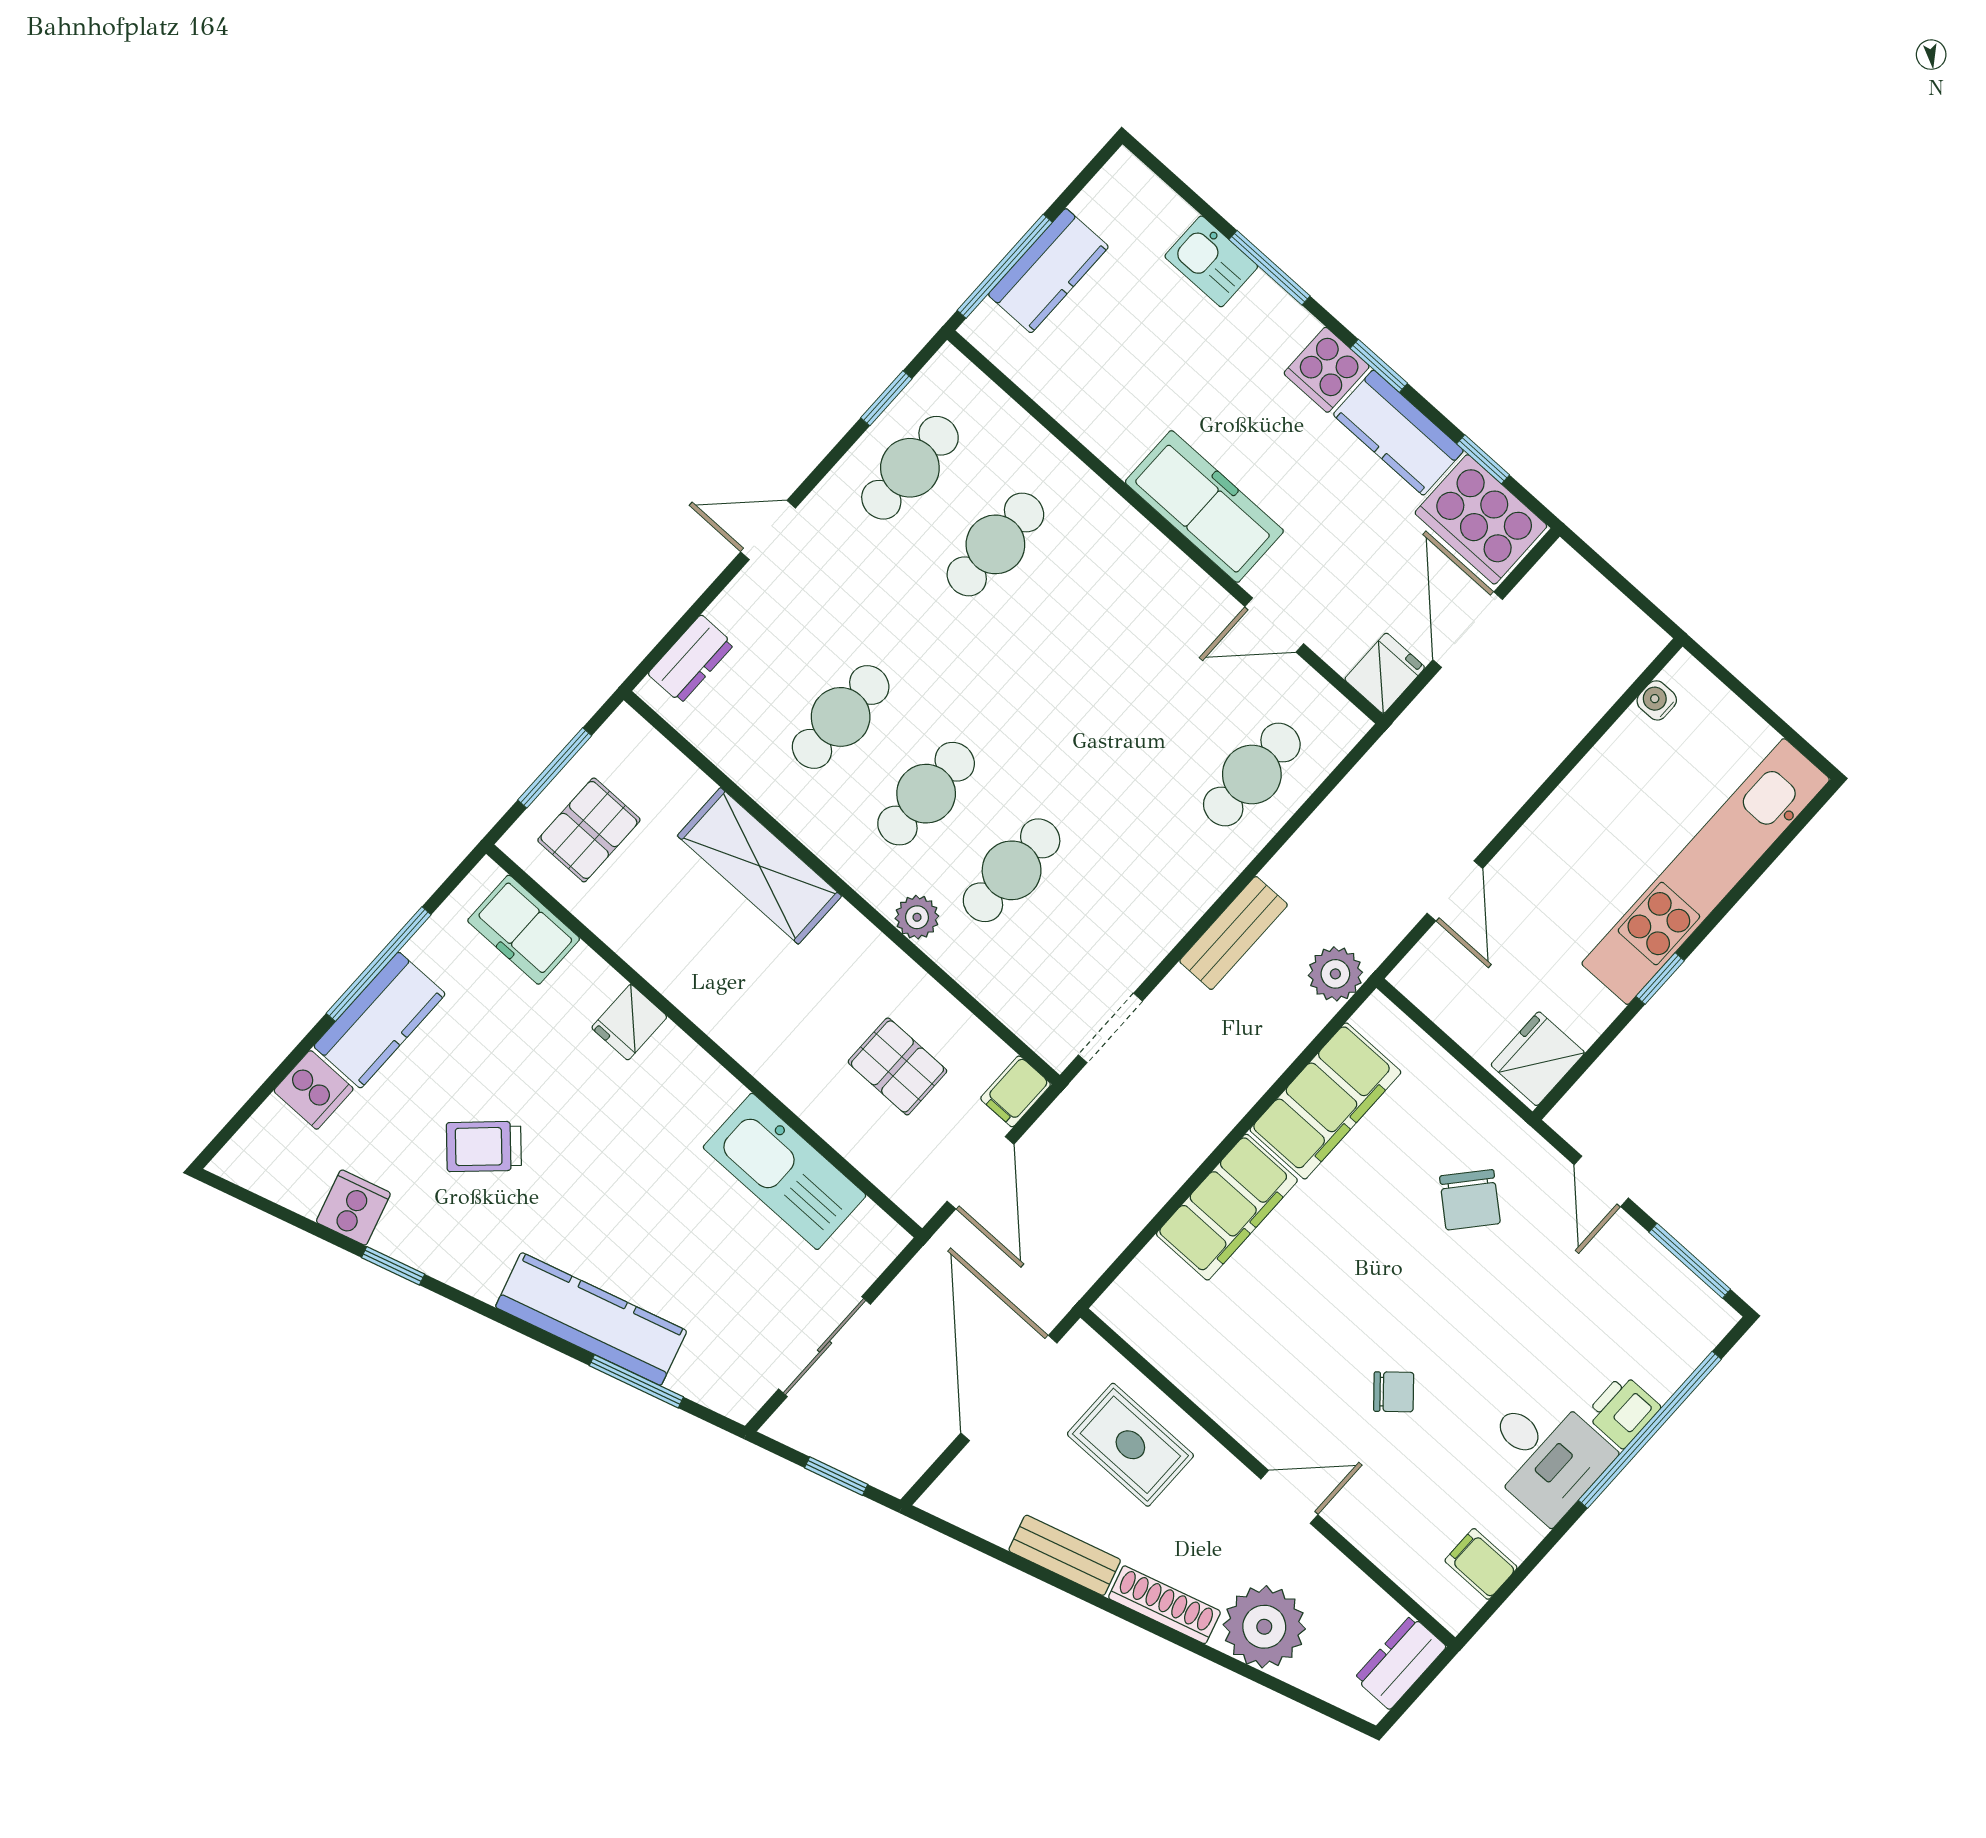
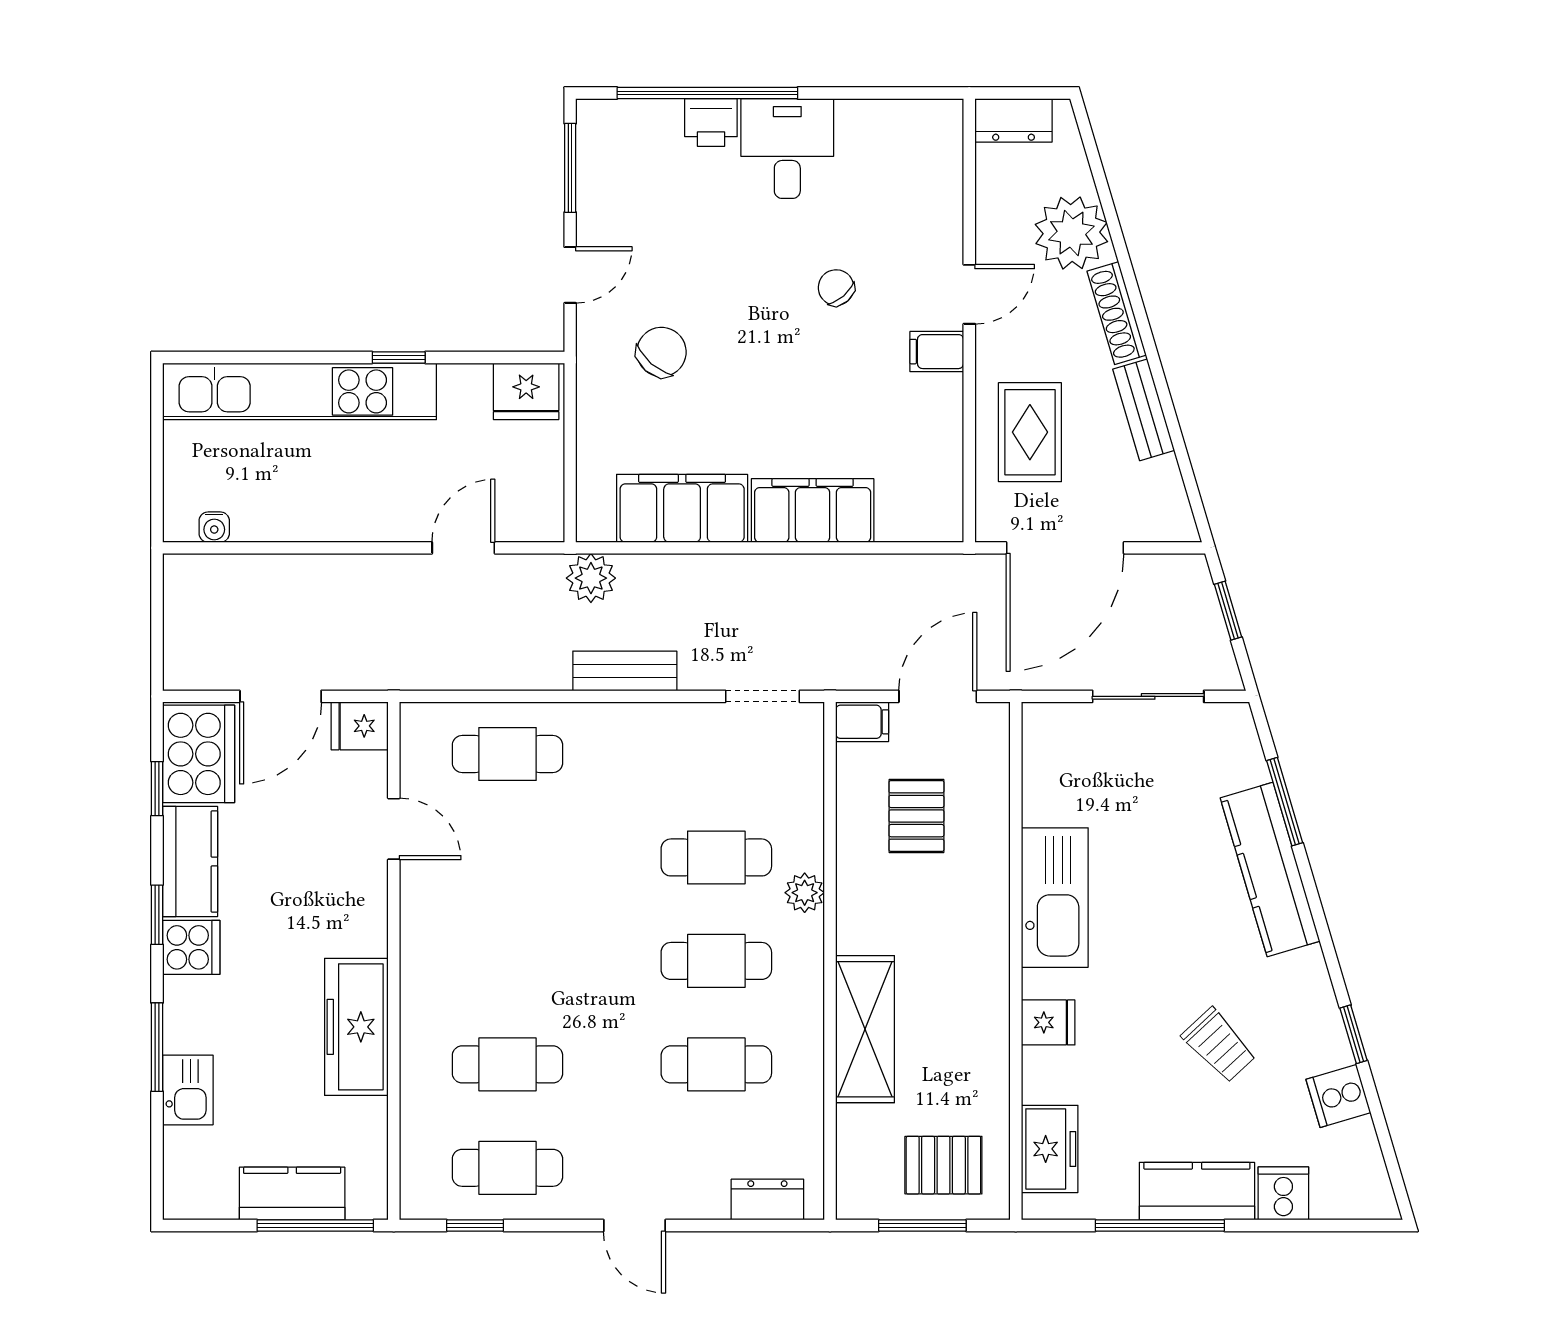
freezer: (1204, 506) -> (356, 1027), moved
kitchen sink: (785, 1171) -> (1055, 898), moved
door: (1289, 1497) -> (969, 294), swing flipped
filing cabinet: (1481, 1564) -> (937, 352), moved, turned 90

